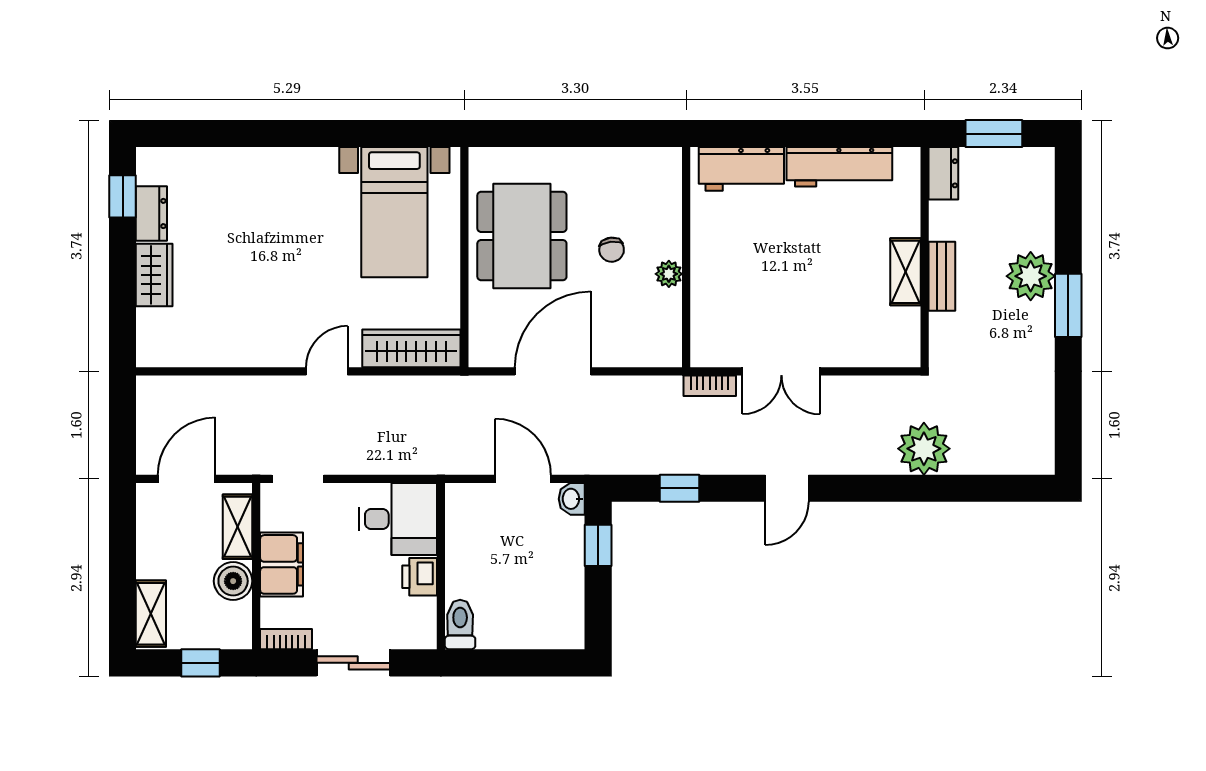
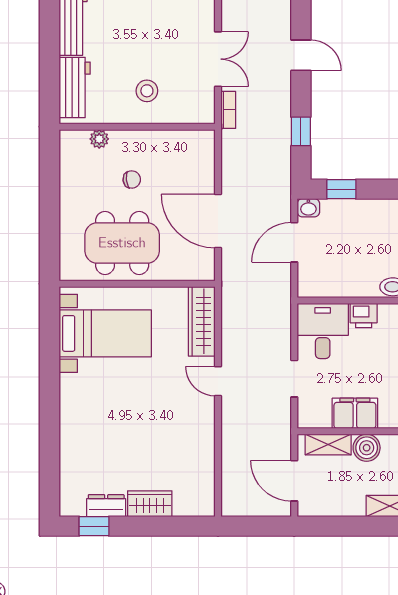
stool: (737, 271) -> (147, 91), added
plant: (669, 274) -> (99, 139), moved
doorway: (298, 479) -> (294, 379), moved

